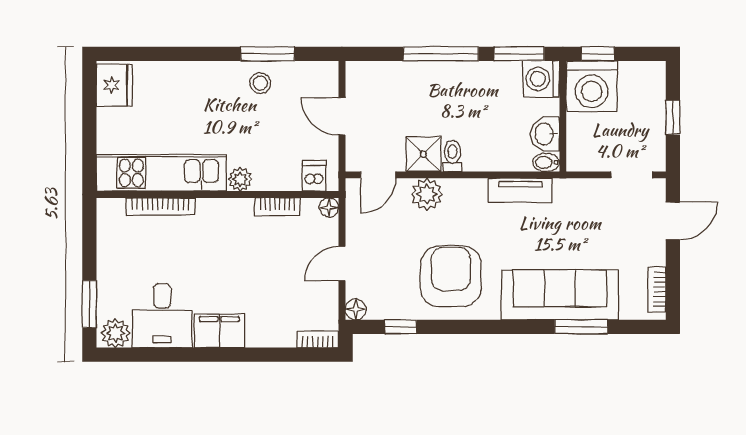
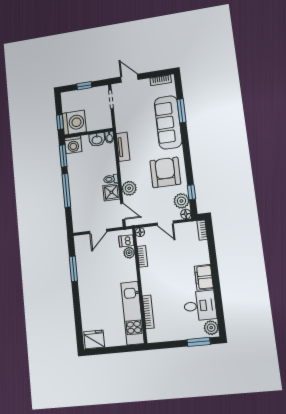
stool: (260, 83) -> (87, 271), removed
plant: (240, 179) -> (129, 253), moved
armchair: (451, 276) -> (165, 172), turned 90
plant: (385, 303) -> (181, 201), added

